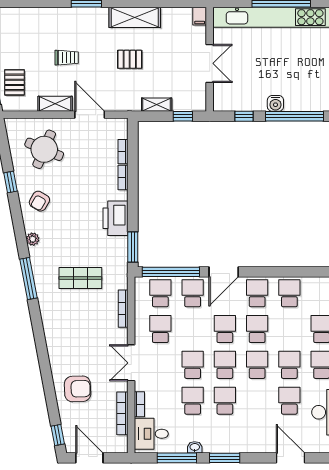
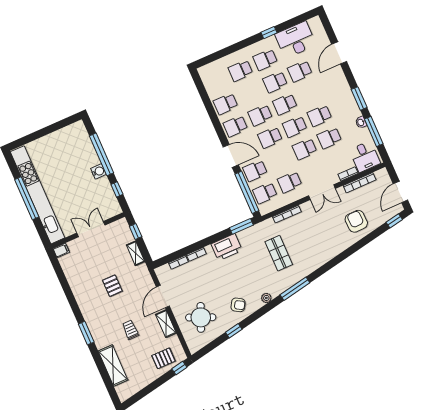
shelving: (135, 17) -> (113, 365), moved

